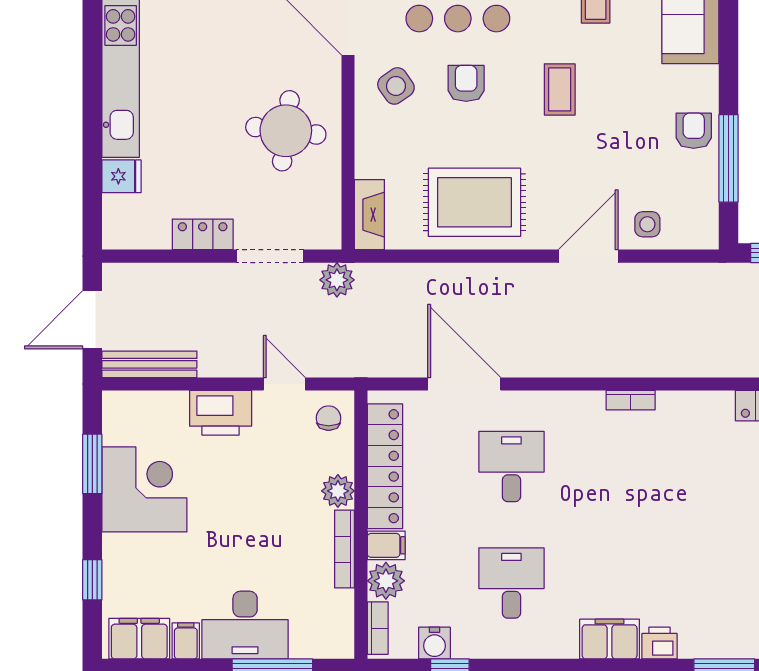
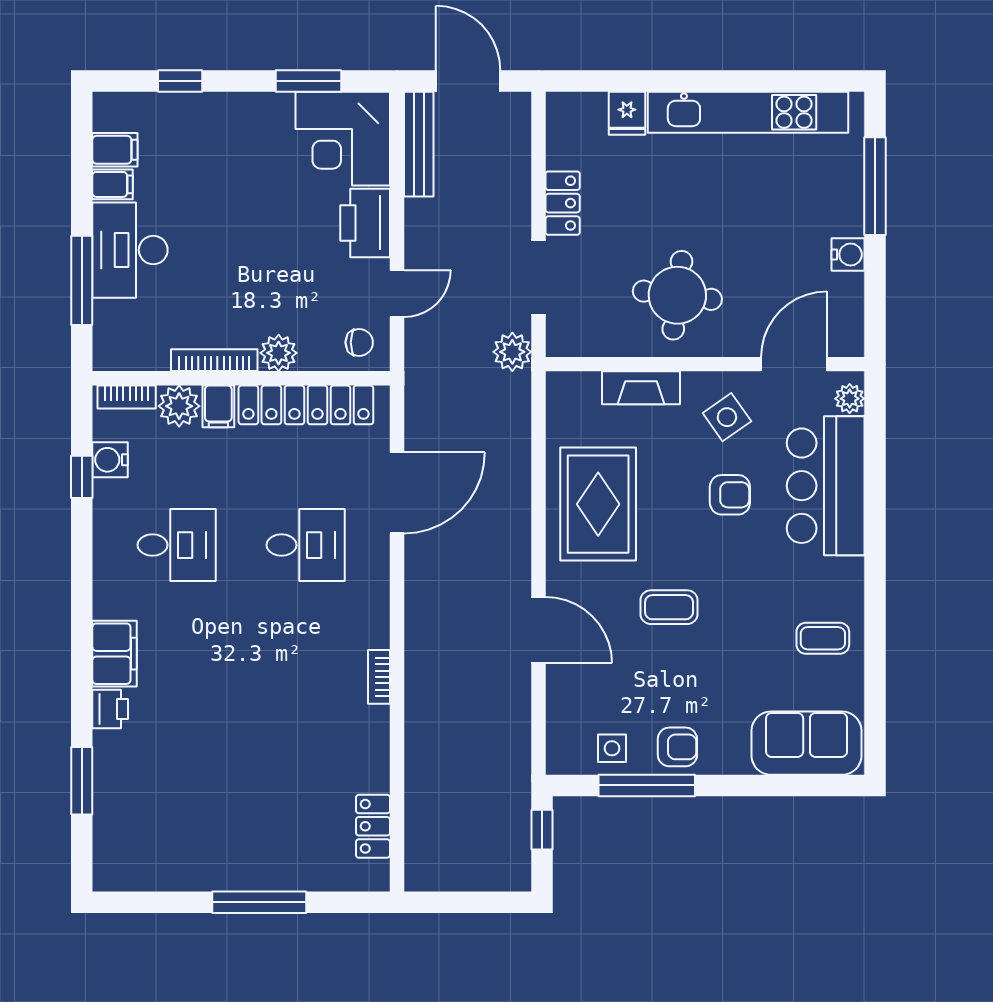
coffee table: (560, 89) -> (669, 607), moved
fireplace: (369, 215) -> (641, 388), moved
side table: (647, 224) -> (612, 748), moved
corner desk: (144, 489) -> (343, 139), moved, turned 90
filing cabinet: (139, 639) -> (115, 150), width x0.50

